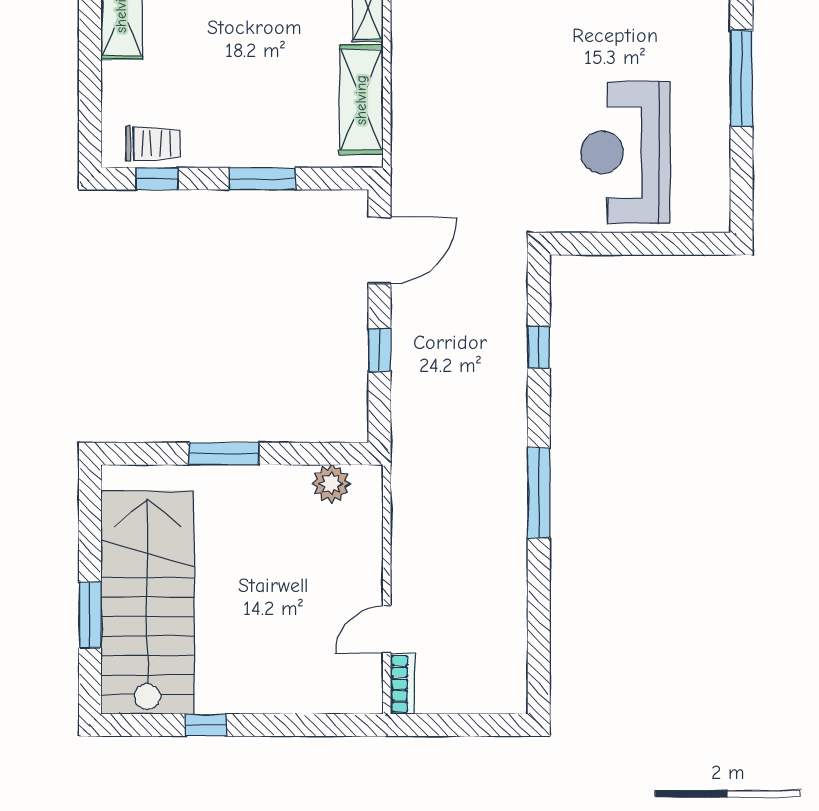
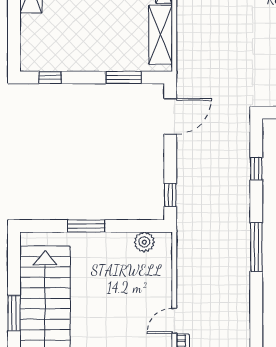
trolley: (153, 144) -> (48, 59), removed
window: (262, 179) -> (124, 77), moved
window: (380, 350) -> (170, 195), moved

